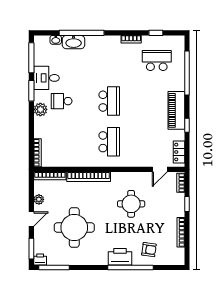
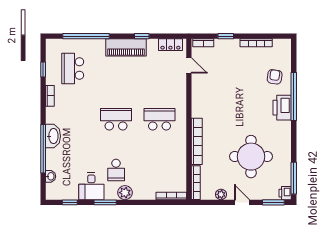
washbasin: (74, 42) -> (53, 136), moved
window: (31, 58) -> (70, 202), width x0.46
round table: (131, 204) -> (226, 96), removed

